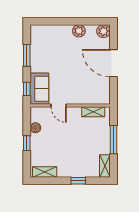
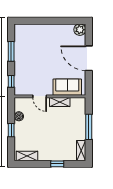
plant: (79, 31) -> (58, 29), removed
sofa: (39, 89) -> (67, 87), moved, turned -90
shelving: (93, 112) -> (60, 102), moved

